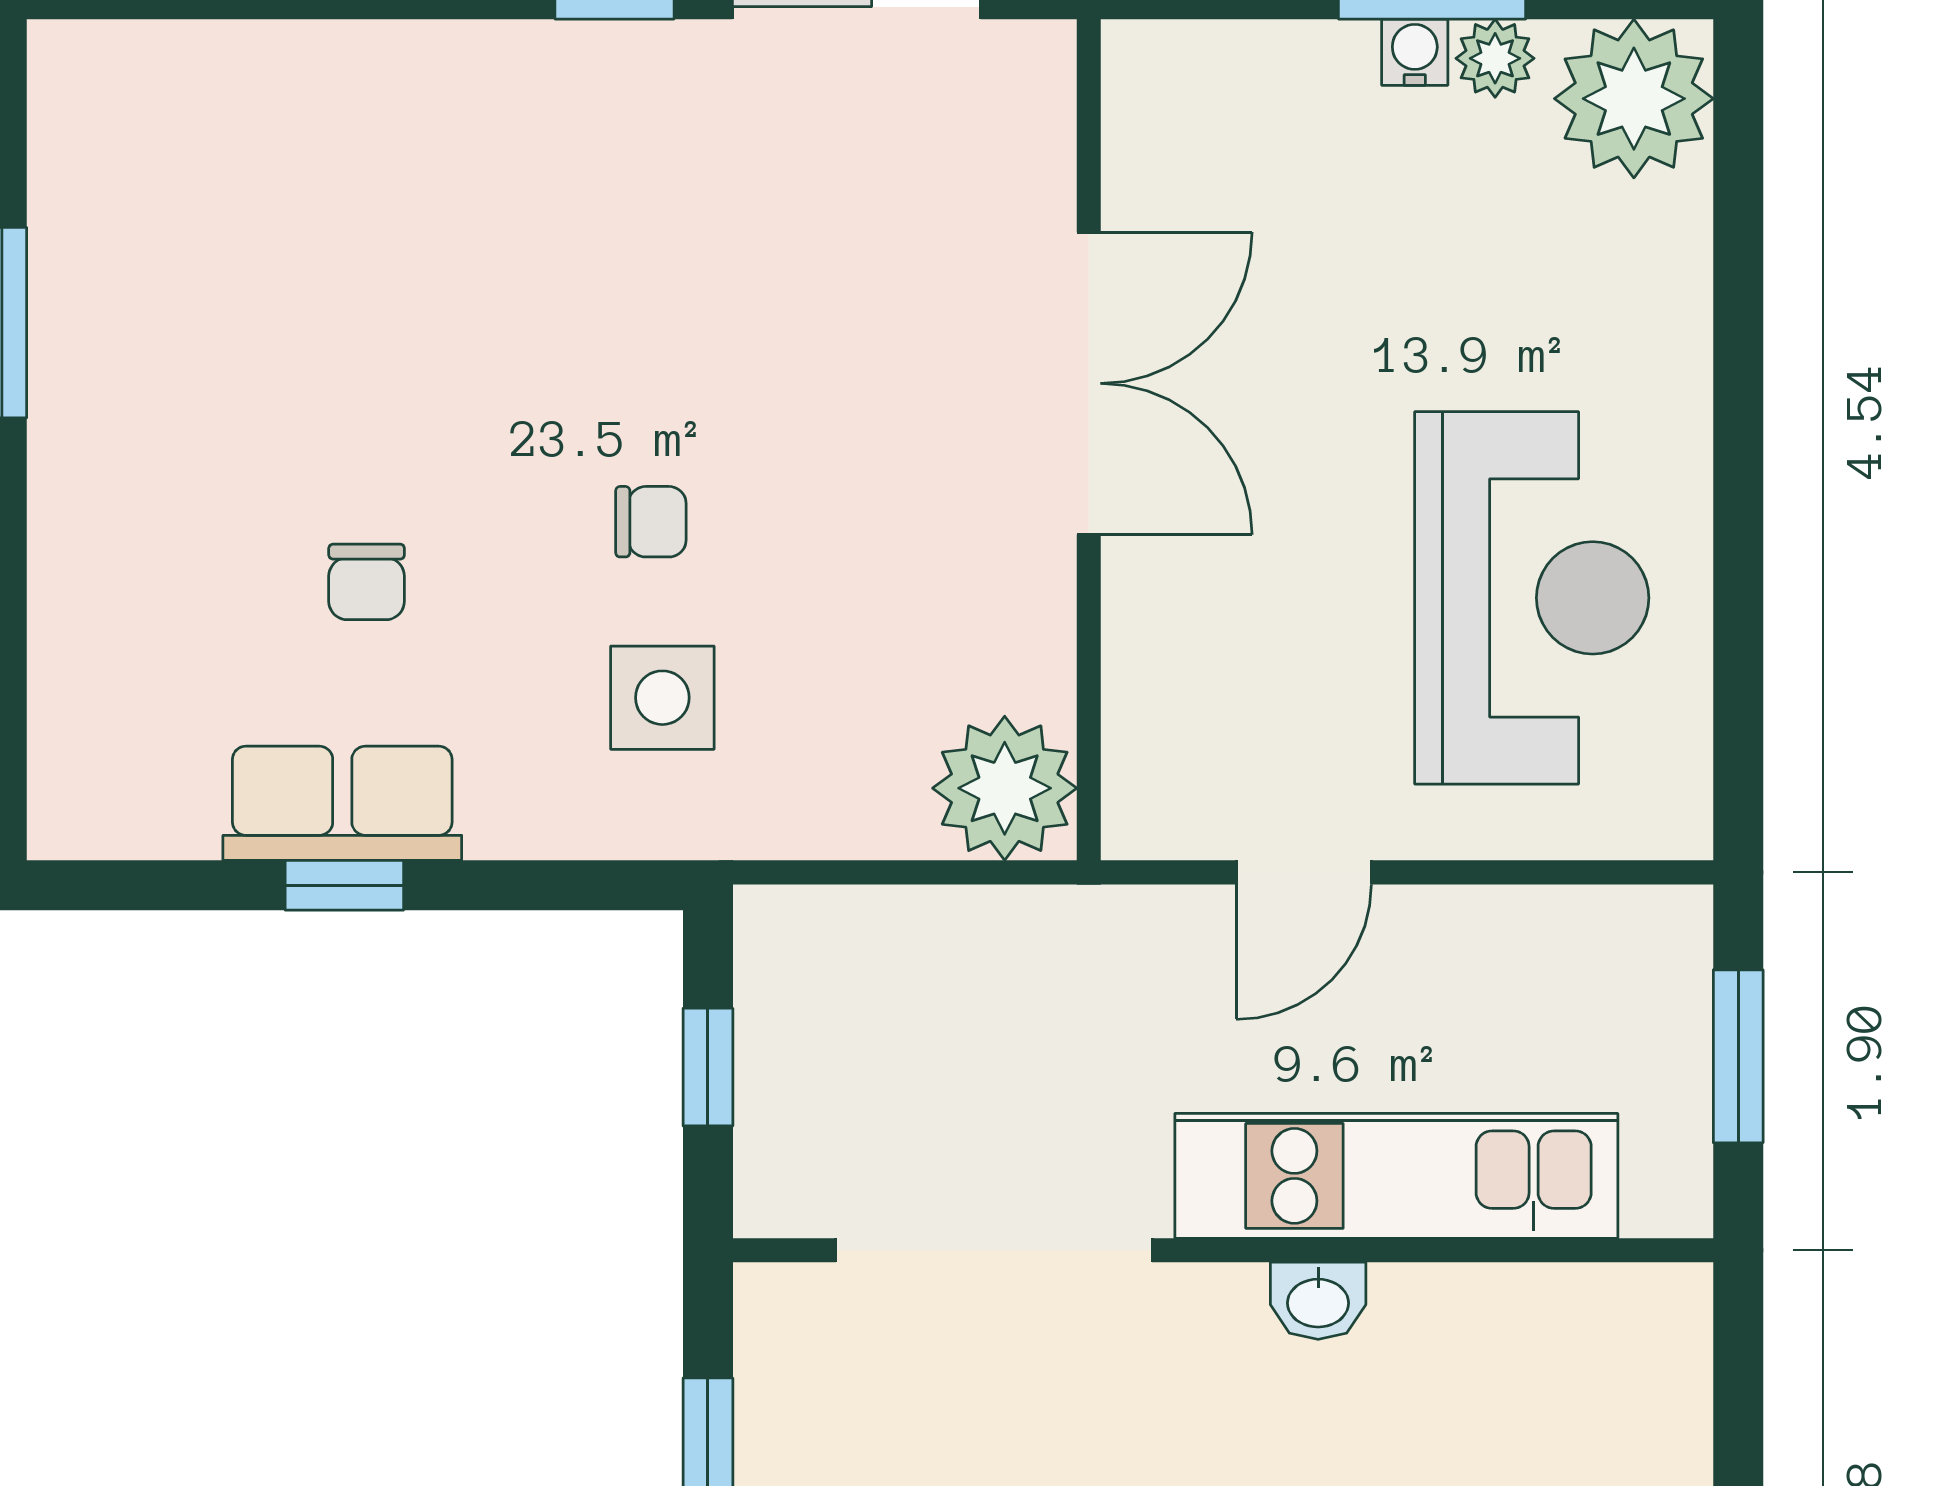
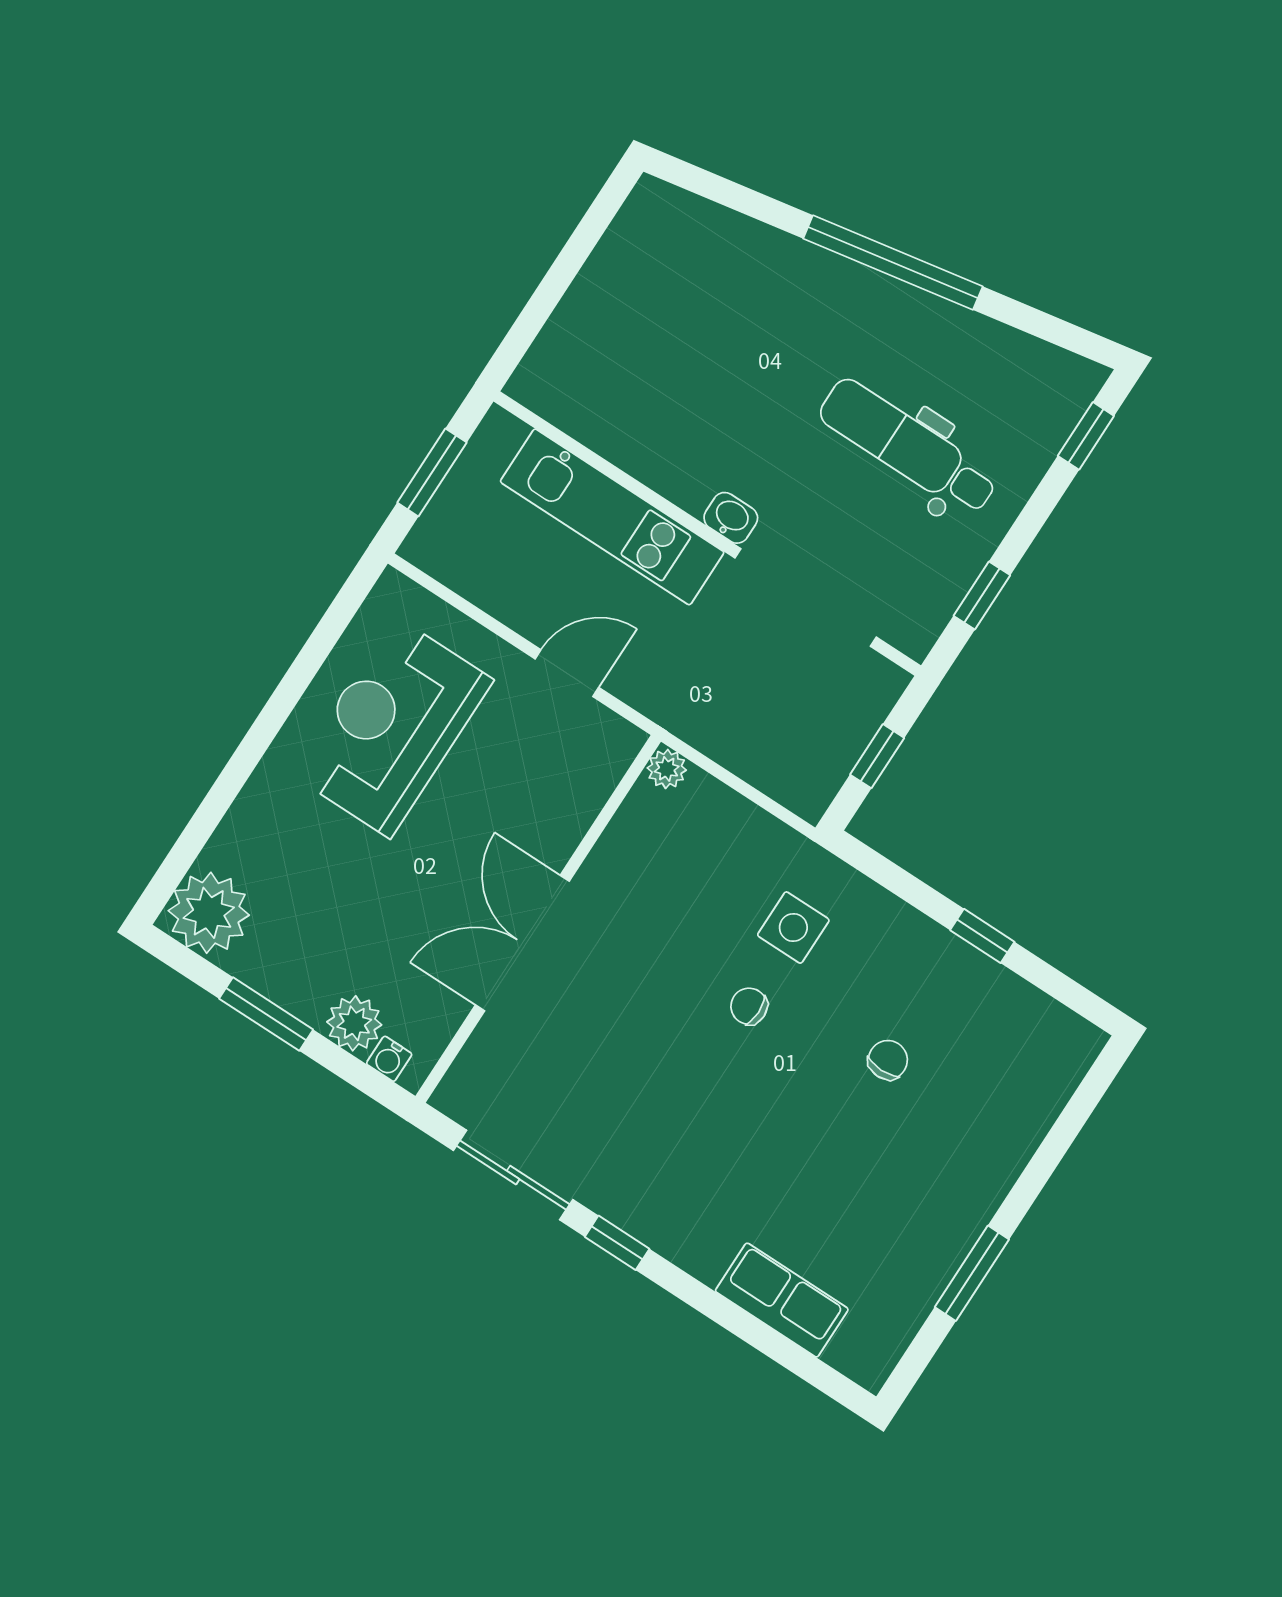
water cooler: (1415, 52) -> (389, 1059), moved
plant: (1495, 58) -> (354, 1023), moved, width x1.38, depth x1.38
plant: (1005, 788) -> (667, 769), width x0.53, depth x0.53
row of seats: (342, 803) -> (782, 1300), moved, turned 180
washbasin: (1318, 1301) -> (731, 518), moved

